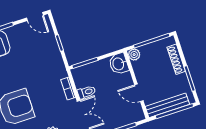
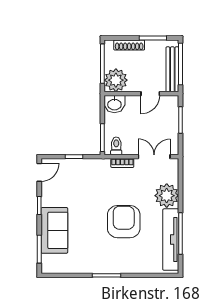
plant: (134, 55) -> (116, 80), width x1.87, depth x1.87
toilet: (86, 92) -> (116, 146), moved

